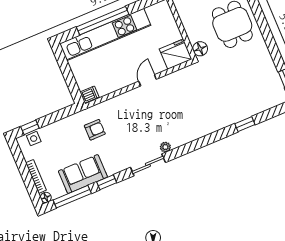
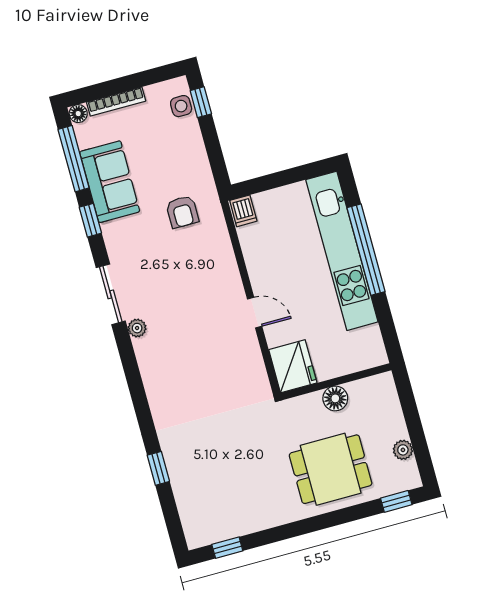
floor lamp: (200, 49) -> (335, 398), moved

